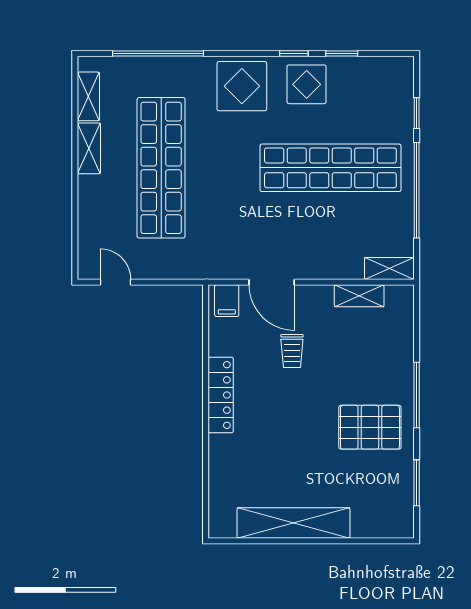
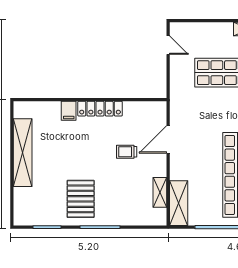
shelving: (389, 268) -> (179, 203), width x1.50, depth x1.33
door: (116, 282) -> (168, 45), hinge flipped
filing cabinet: (227, 301) -> (69, 111), moved, turned -90

